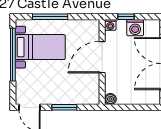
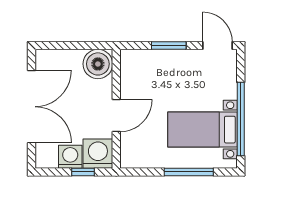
washing machine: (110, 25) -> (98, 154), width x1.89, depth x1.89
door: (102, 57) -> (116, 116), width x0.73
boiler: (110, 99) -> (98, 64), width x1.86, depth x1.86

